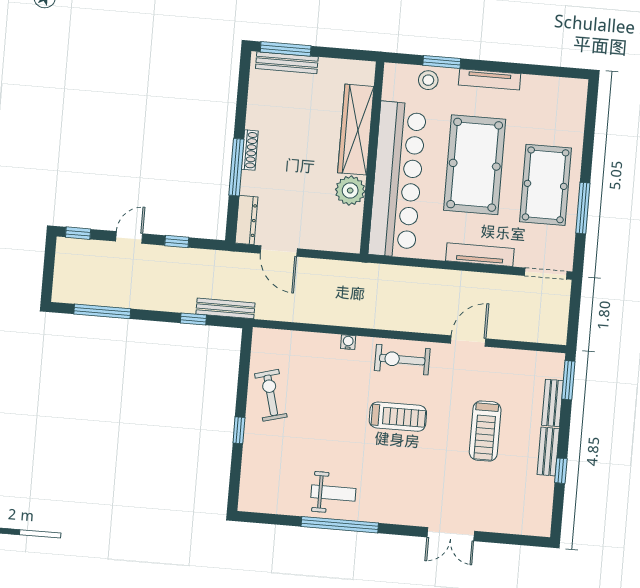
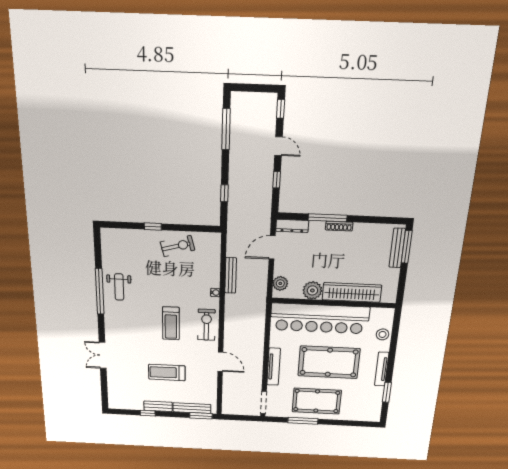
window: (442, 62) -> (387, 392), moved
plant: (337, 240) -> (280, 283), added
bench: (225, 308) -> (231, 275), moved
bench: (552, 403) -> (192, 408), width x1.36

